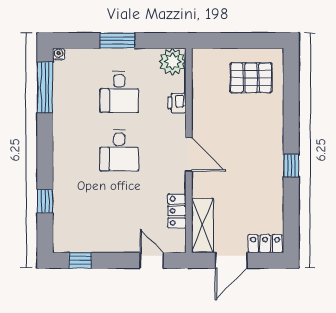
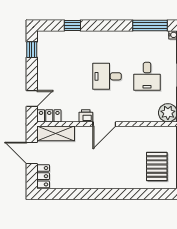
desk: (119, 92) -> (147, 76), turned -90
printer: (177, 103) -> (86, 116), moved
window: (291, 166) -> (97, 194), removed
locker: (177, 211) -> (49, 116), moved

